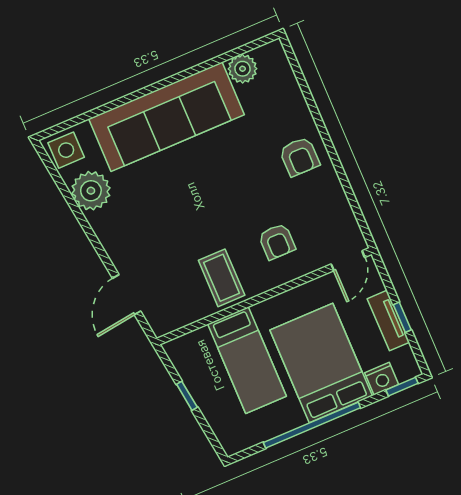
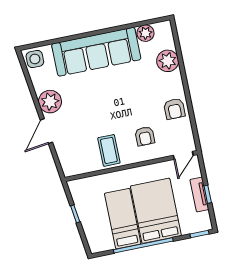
plant: (289, 108) -> (168, 61), added
armchair: (299, 157) -> (174, 109), moved
plant: (91, 191) -> (50, 102), moved
door: (127, 295) -> (46, 131), moved
bed: (247, 360) -> (123, 219), moved, turned 180
nightstand: (382, 379) -> (189, 227), removed

